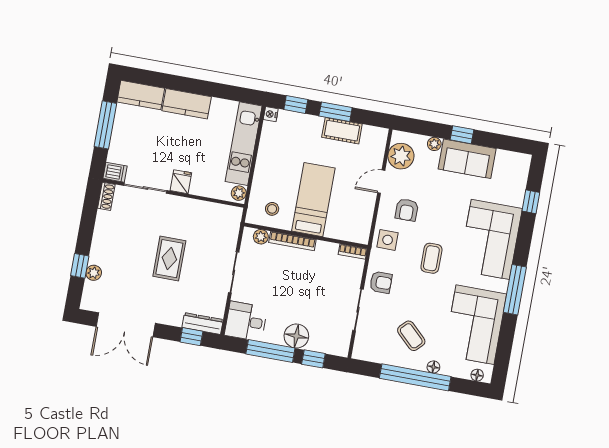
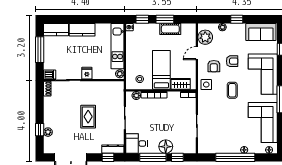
sofa: (467, 159) -> (261, 32), moved
wardrobe: (343, 230) -> (181, 84), added
armchair: (381, 282) -> (232, 61), moved
coffee table: (411, 336) -> (229, 135), removed

